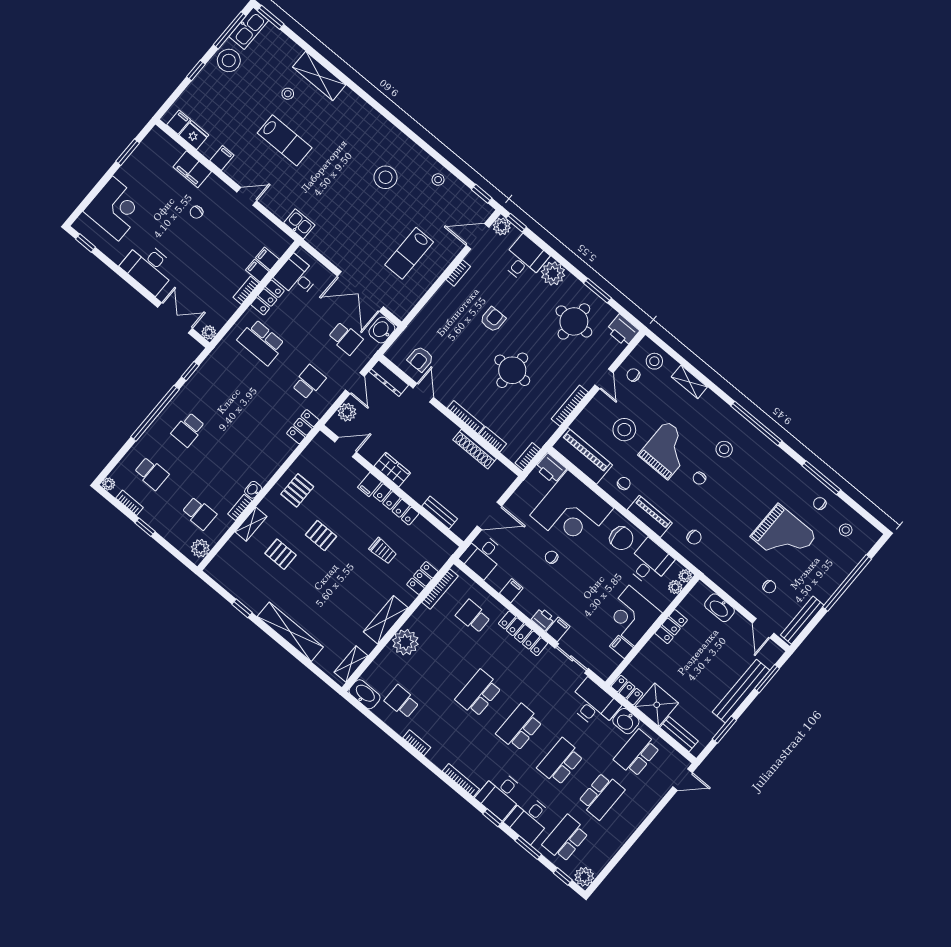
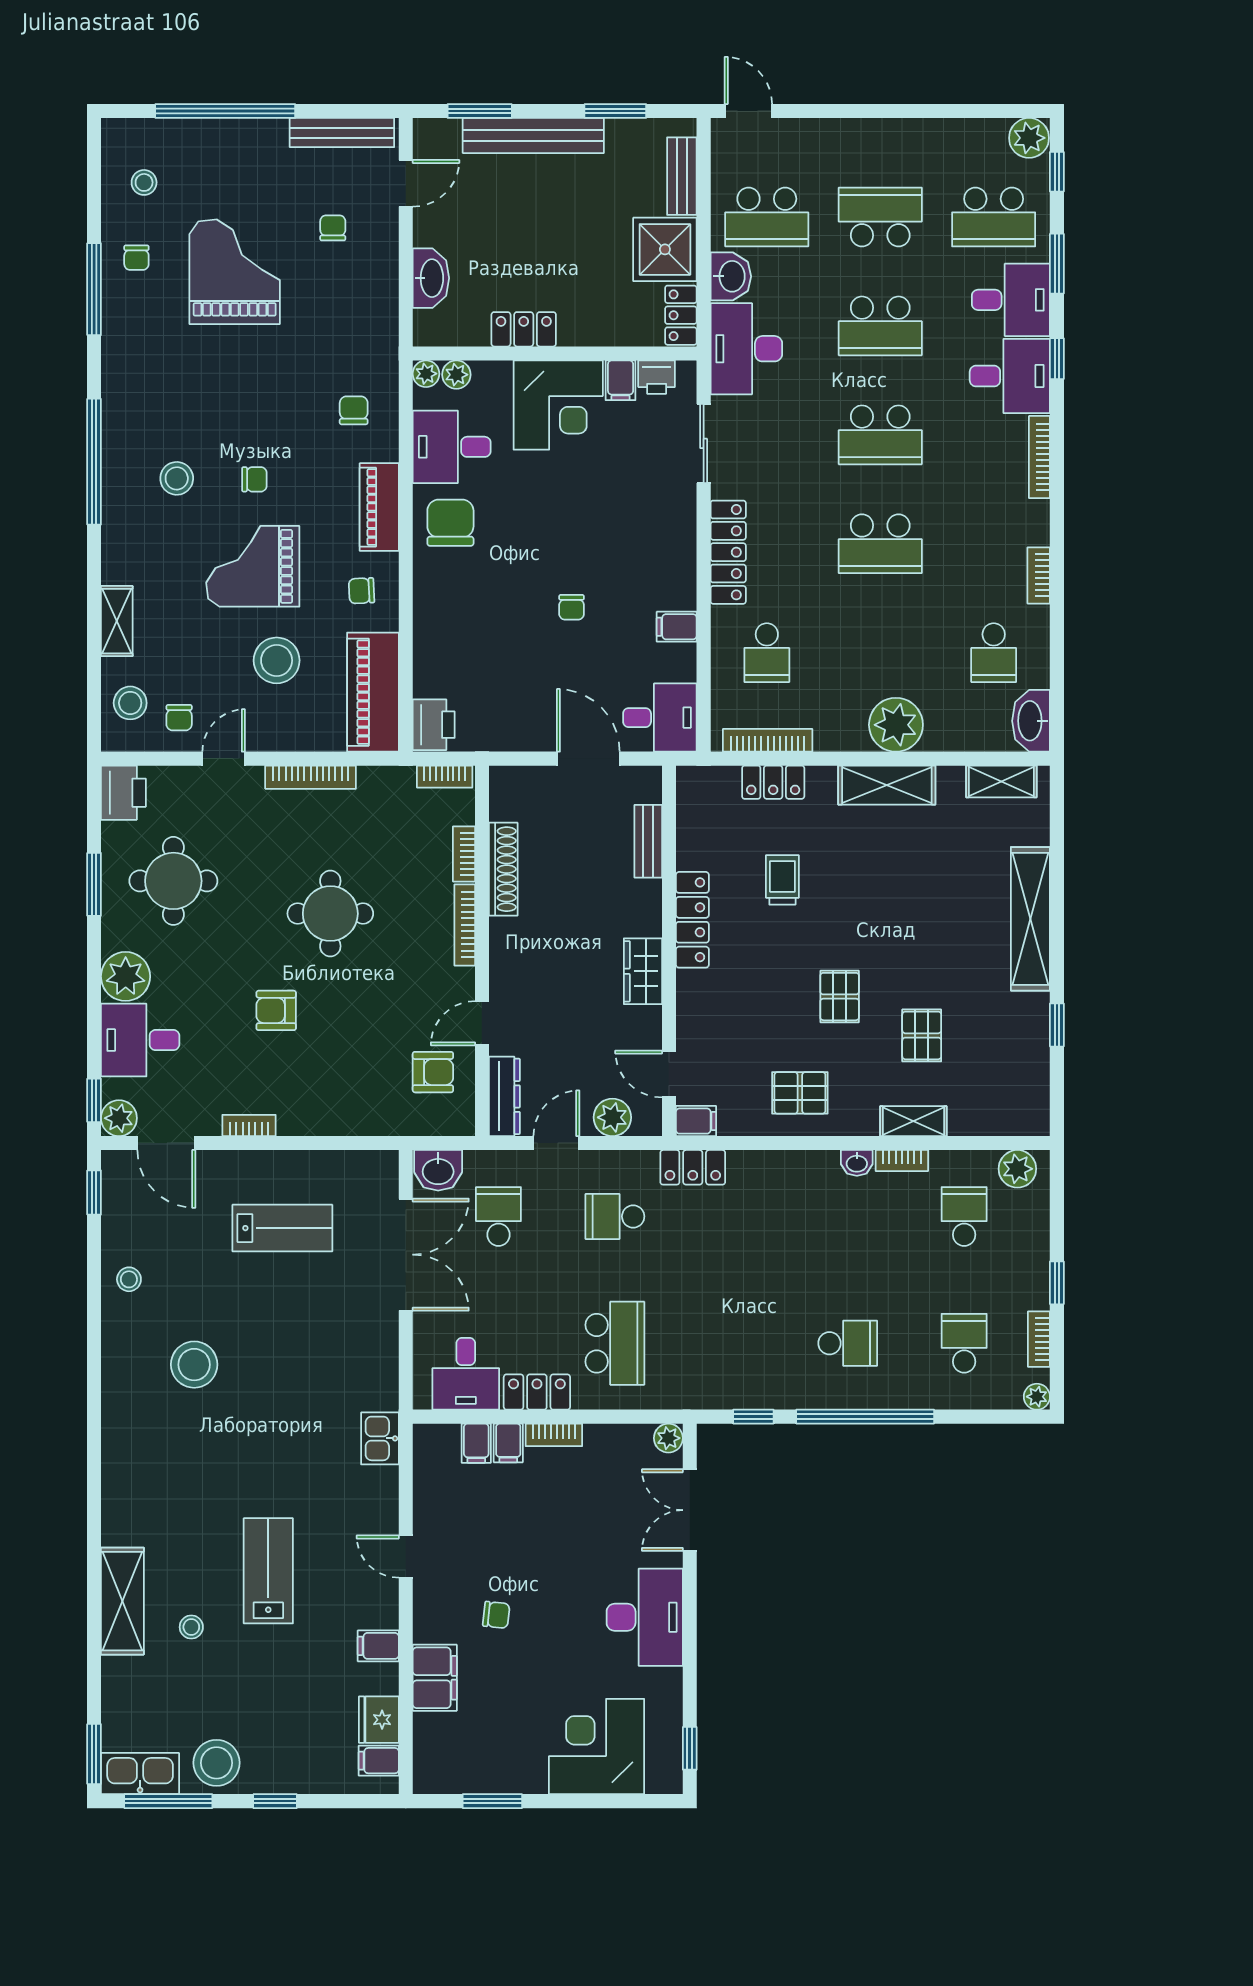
filing cabinet: (369, 484) -> (696, 1121), moved
corner desk: (572, 512) -> (474, 635), removed
printer: (543, 619) -> (657, 377), moved, turned -90
filing cabinet: (558, 629) -> (676, 503), removed

